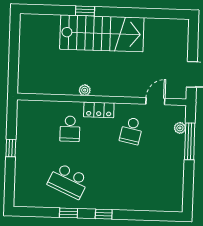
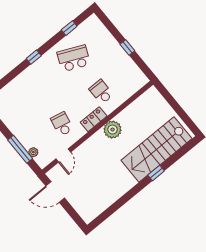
stairs: (102, 33) -> (156, 149), moved
plant: (85, 90) -> (113, 130), width x1.88, depth x1.88
window: (69, 213) -> (69, 28), moved

